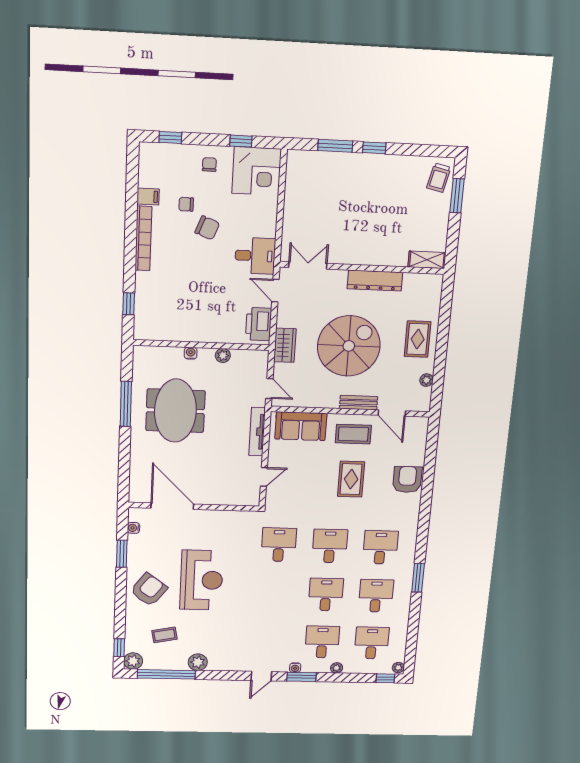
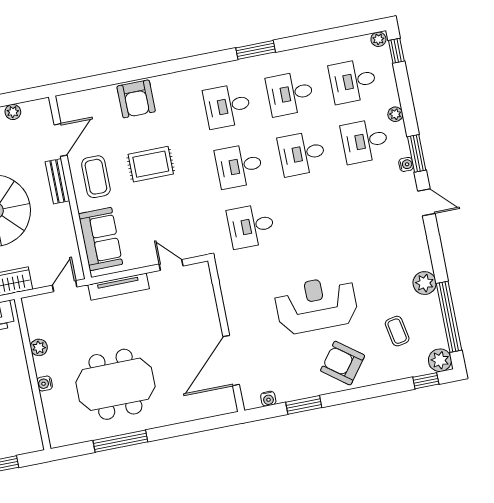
armchair: (407, 480) -> (136, 99), turned -90

